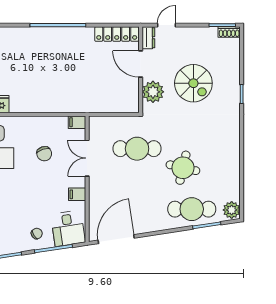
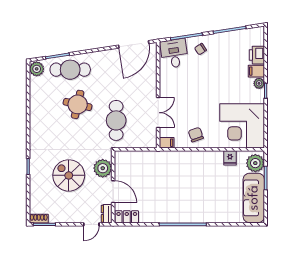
locker: (117, 34) -> (127, 217), width x0.66
cafe table: (137, 149) -> (116, 120), turned 90
chair: (44, 154) -> (196, 135), moved
filing cabinet: (77, 194) -> (166, 82), removed

